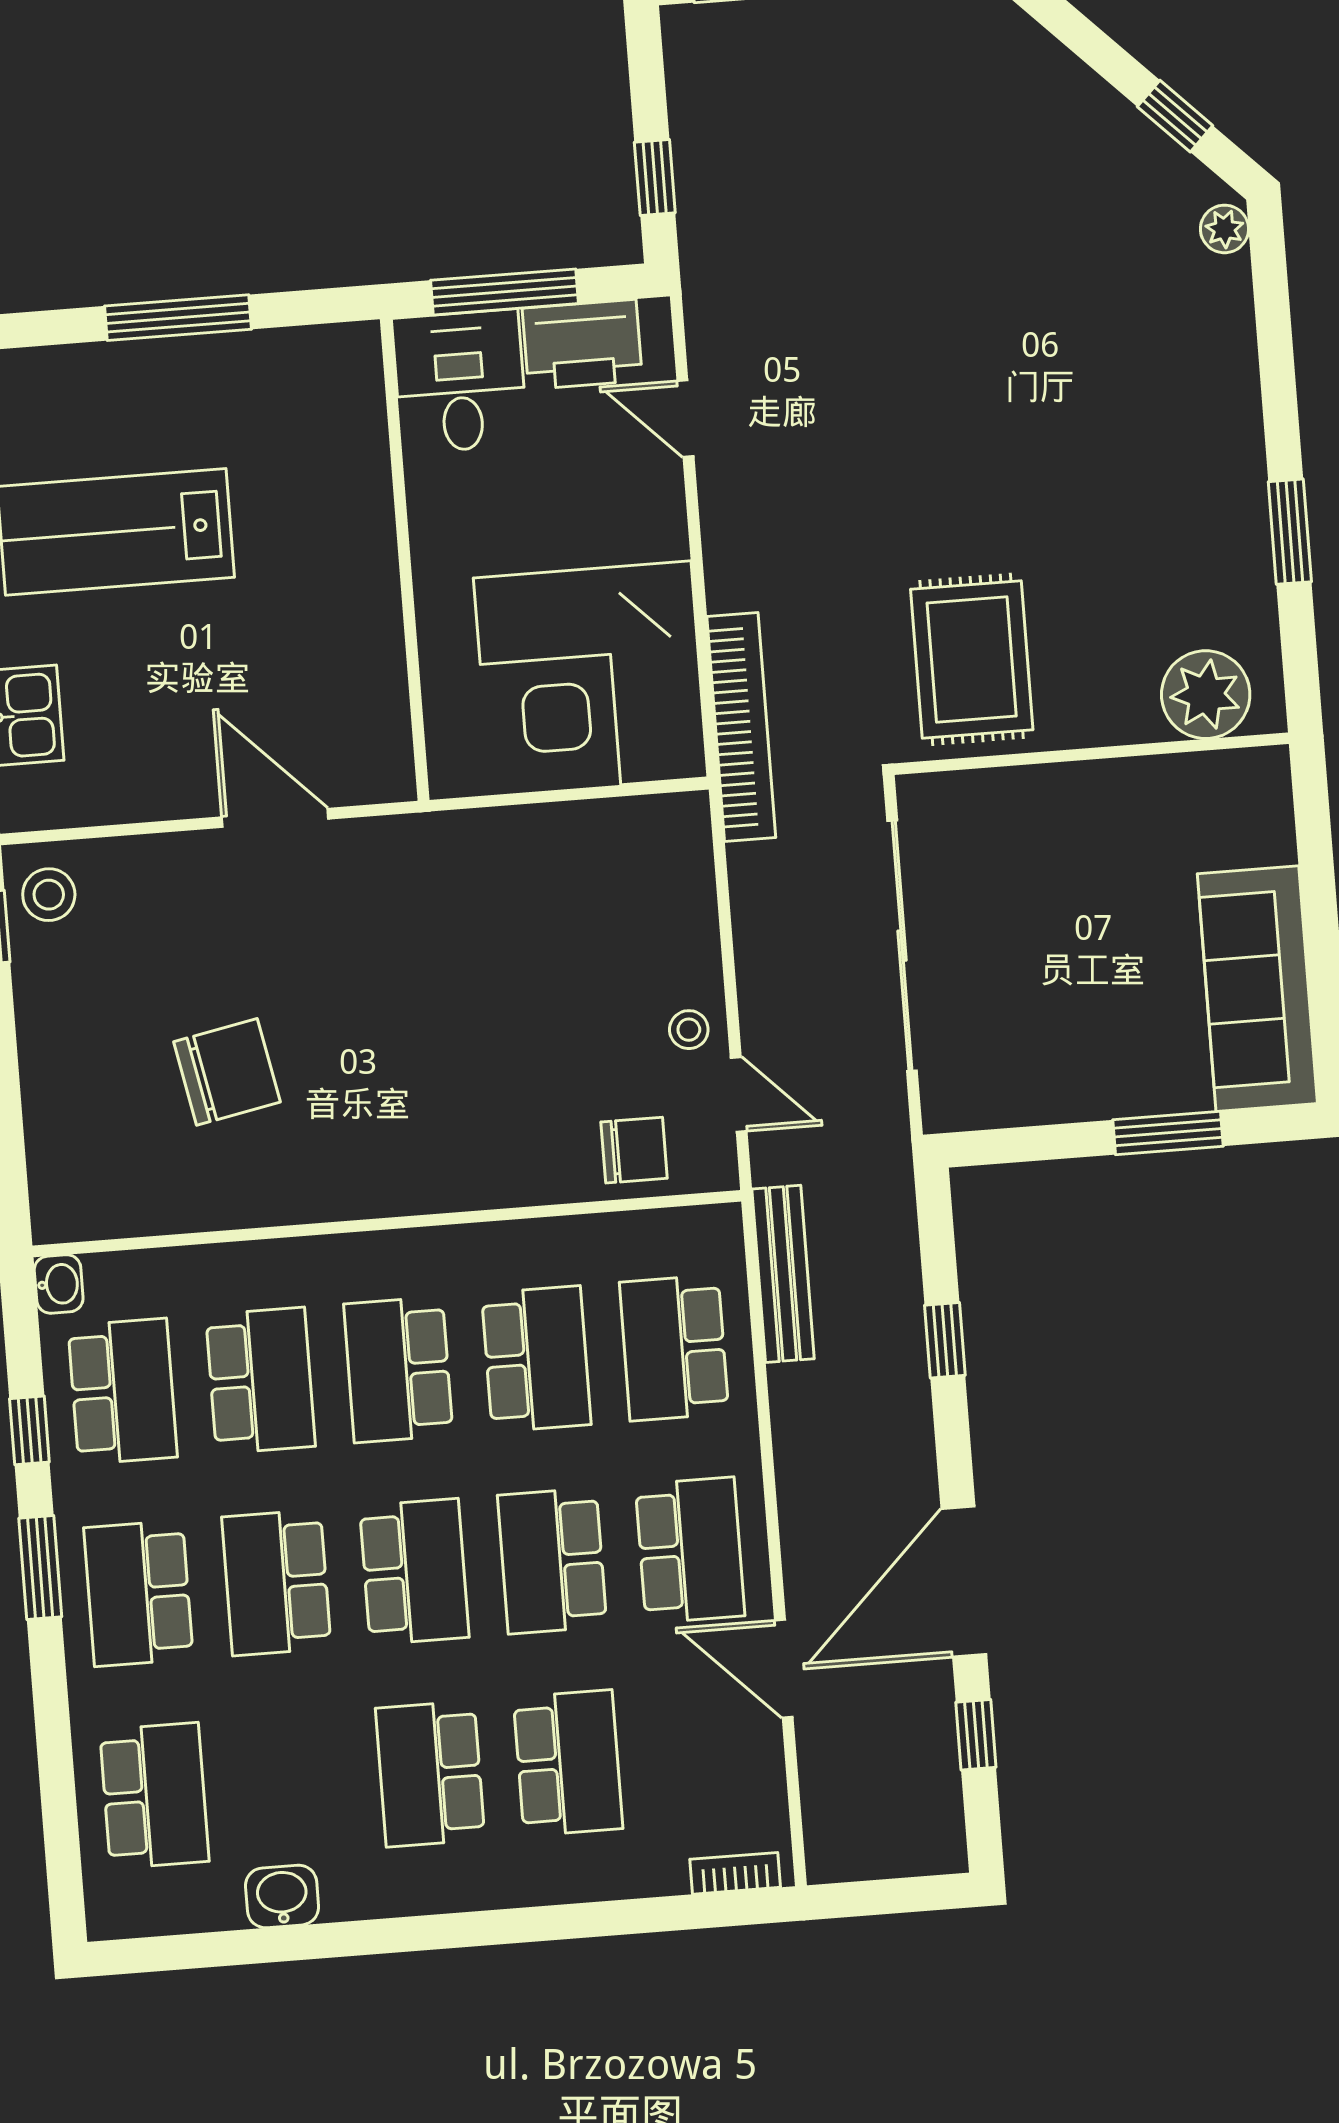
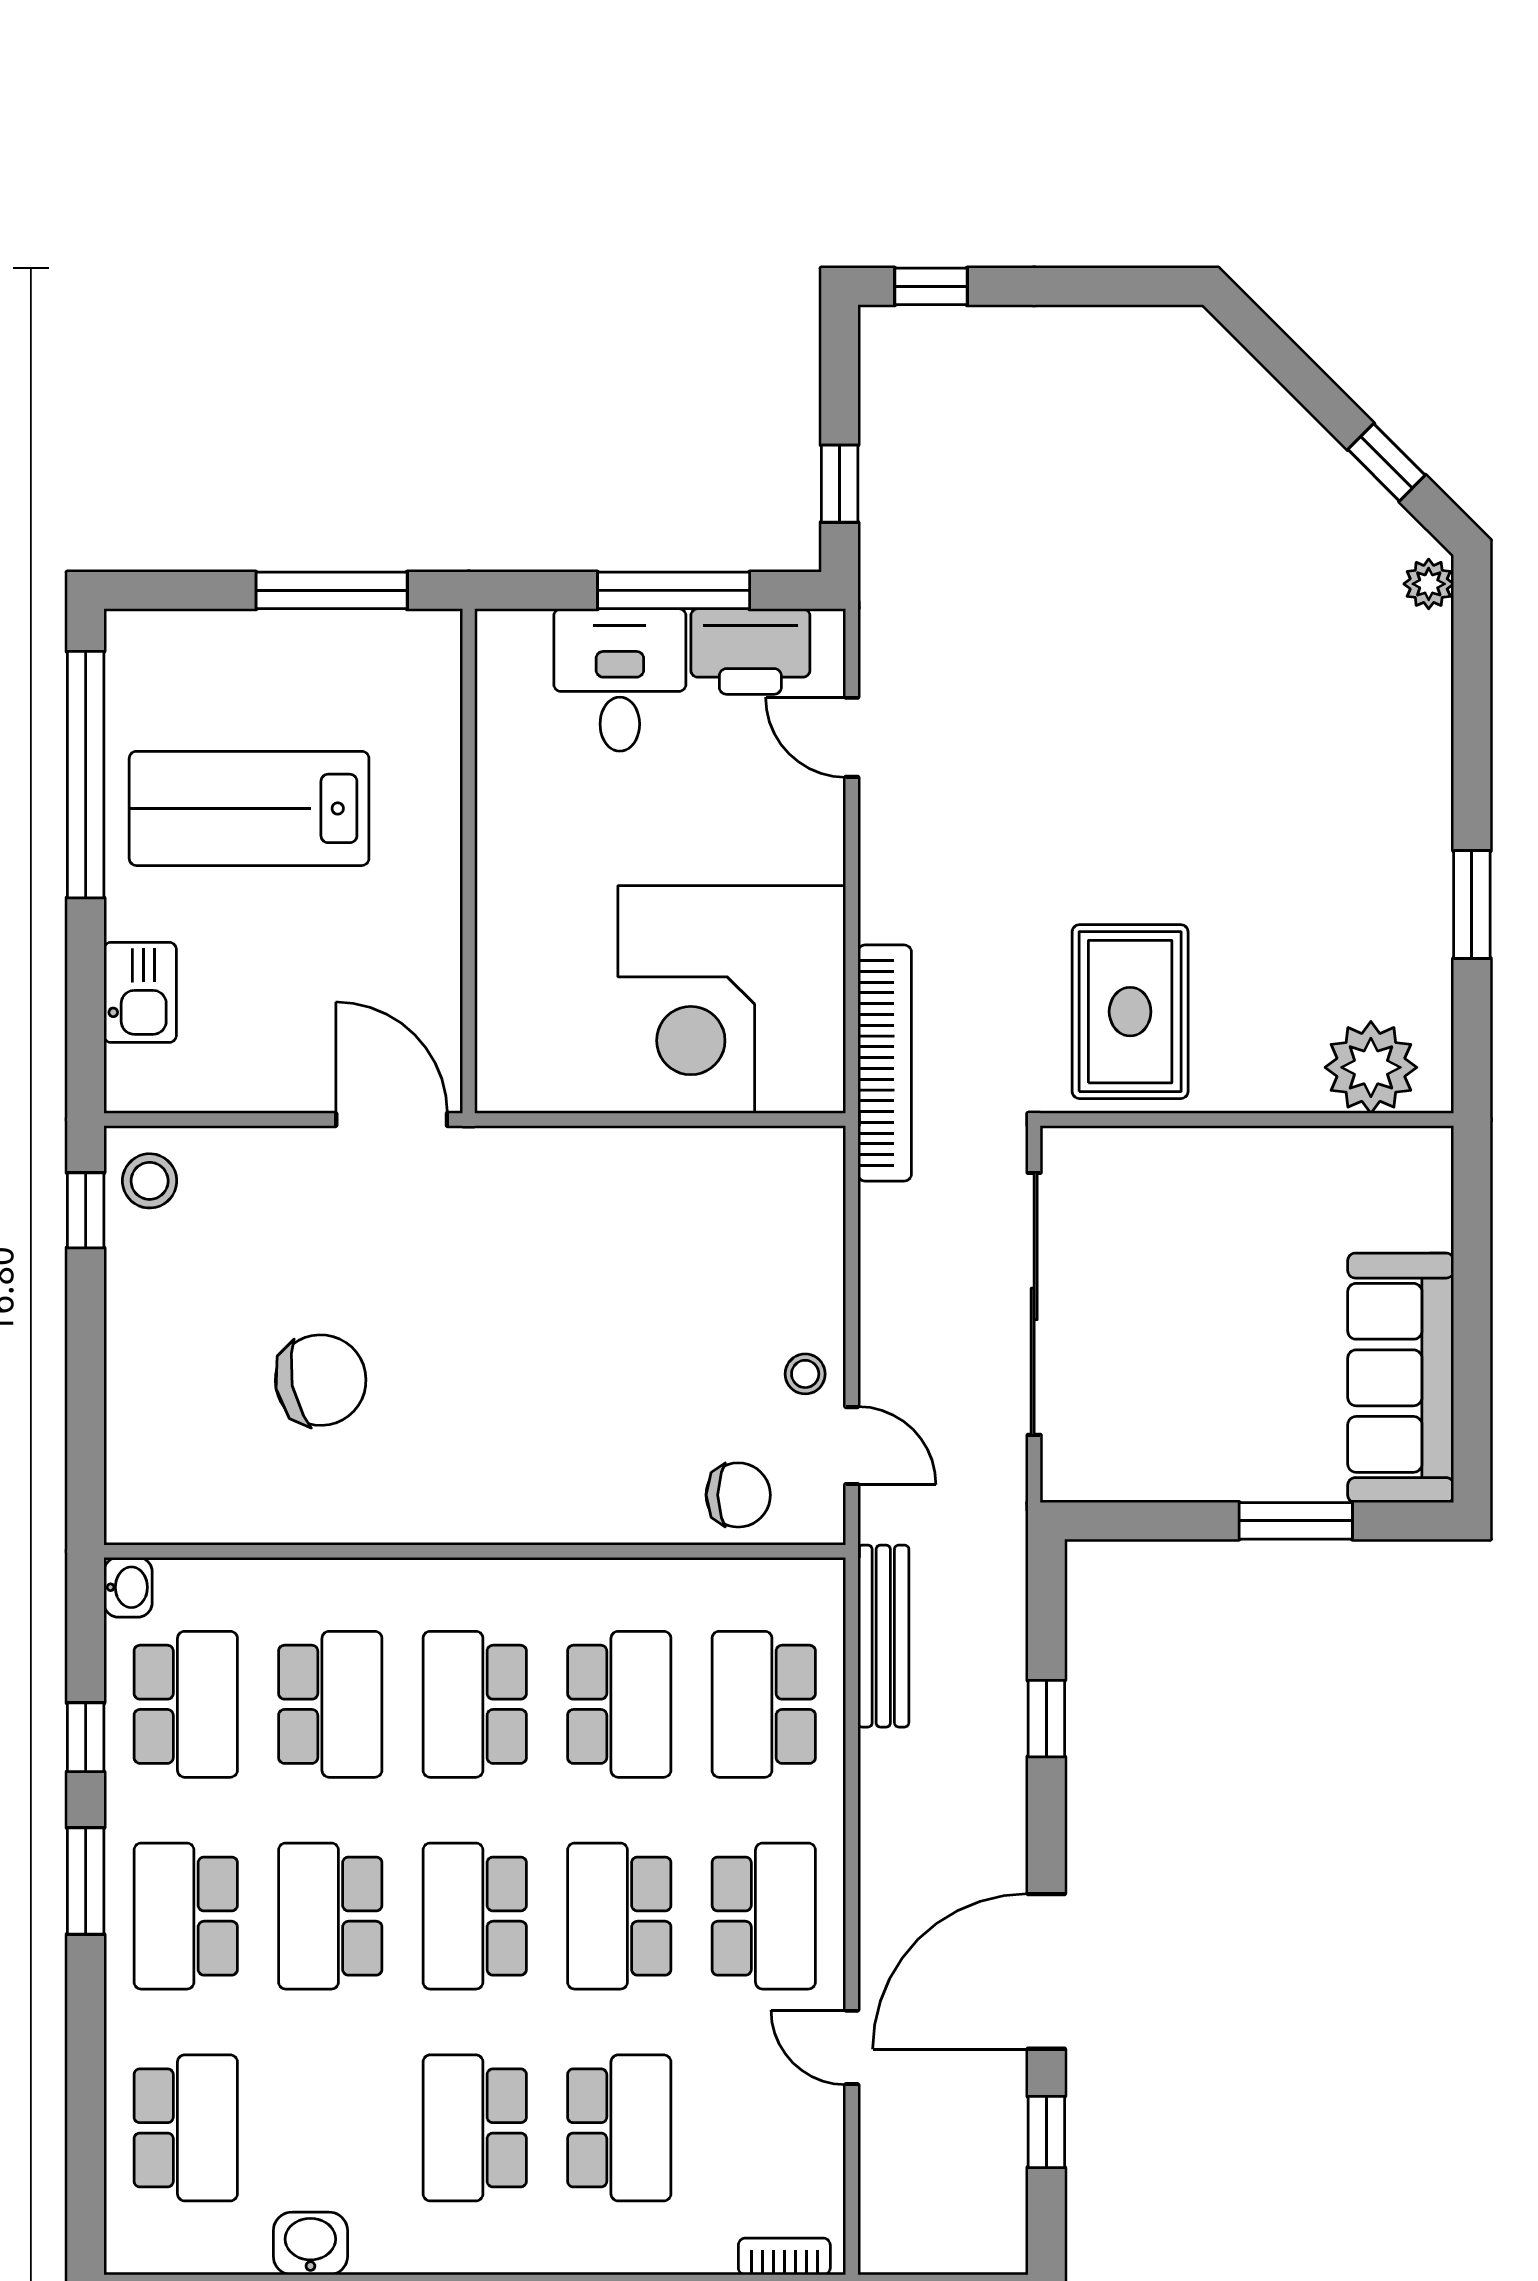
wall: (405, 560) -> (469, 861), moved
school desk: (414, 1572) -> (475, 1916), turned 180
door: (784, 1669) -> (852, 2047), width x0.73

